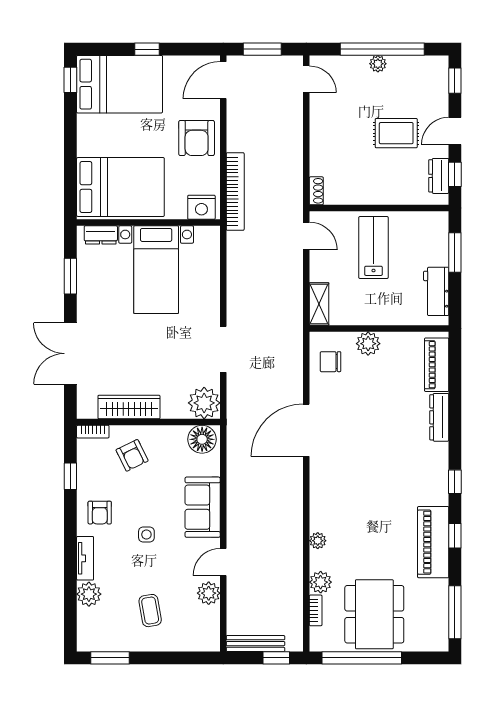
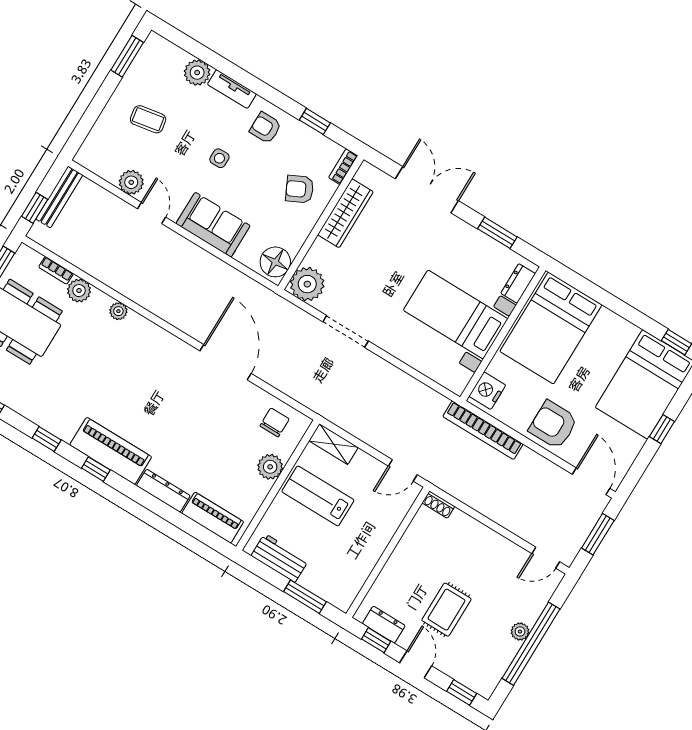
lab bench: (373, 247) -> (318, 496), moved, turned 180
piano: (433, 542) -> (111, 451), moved

